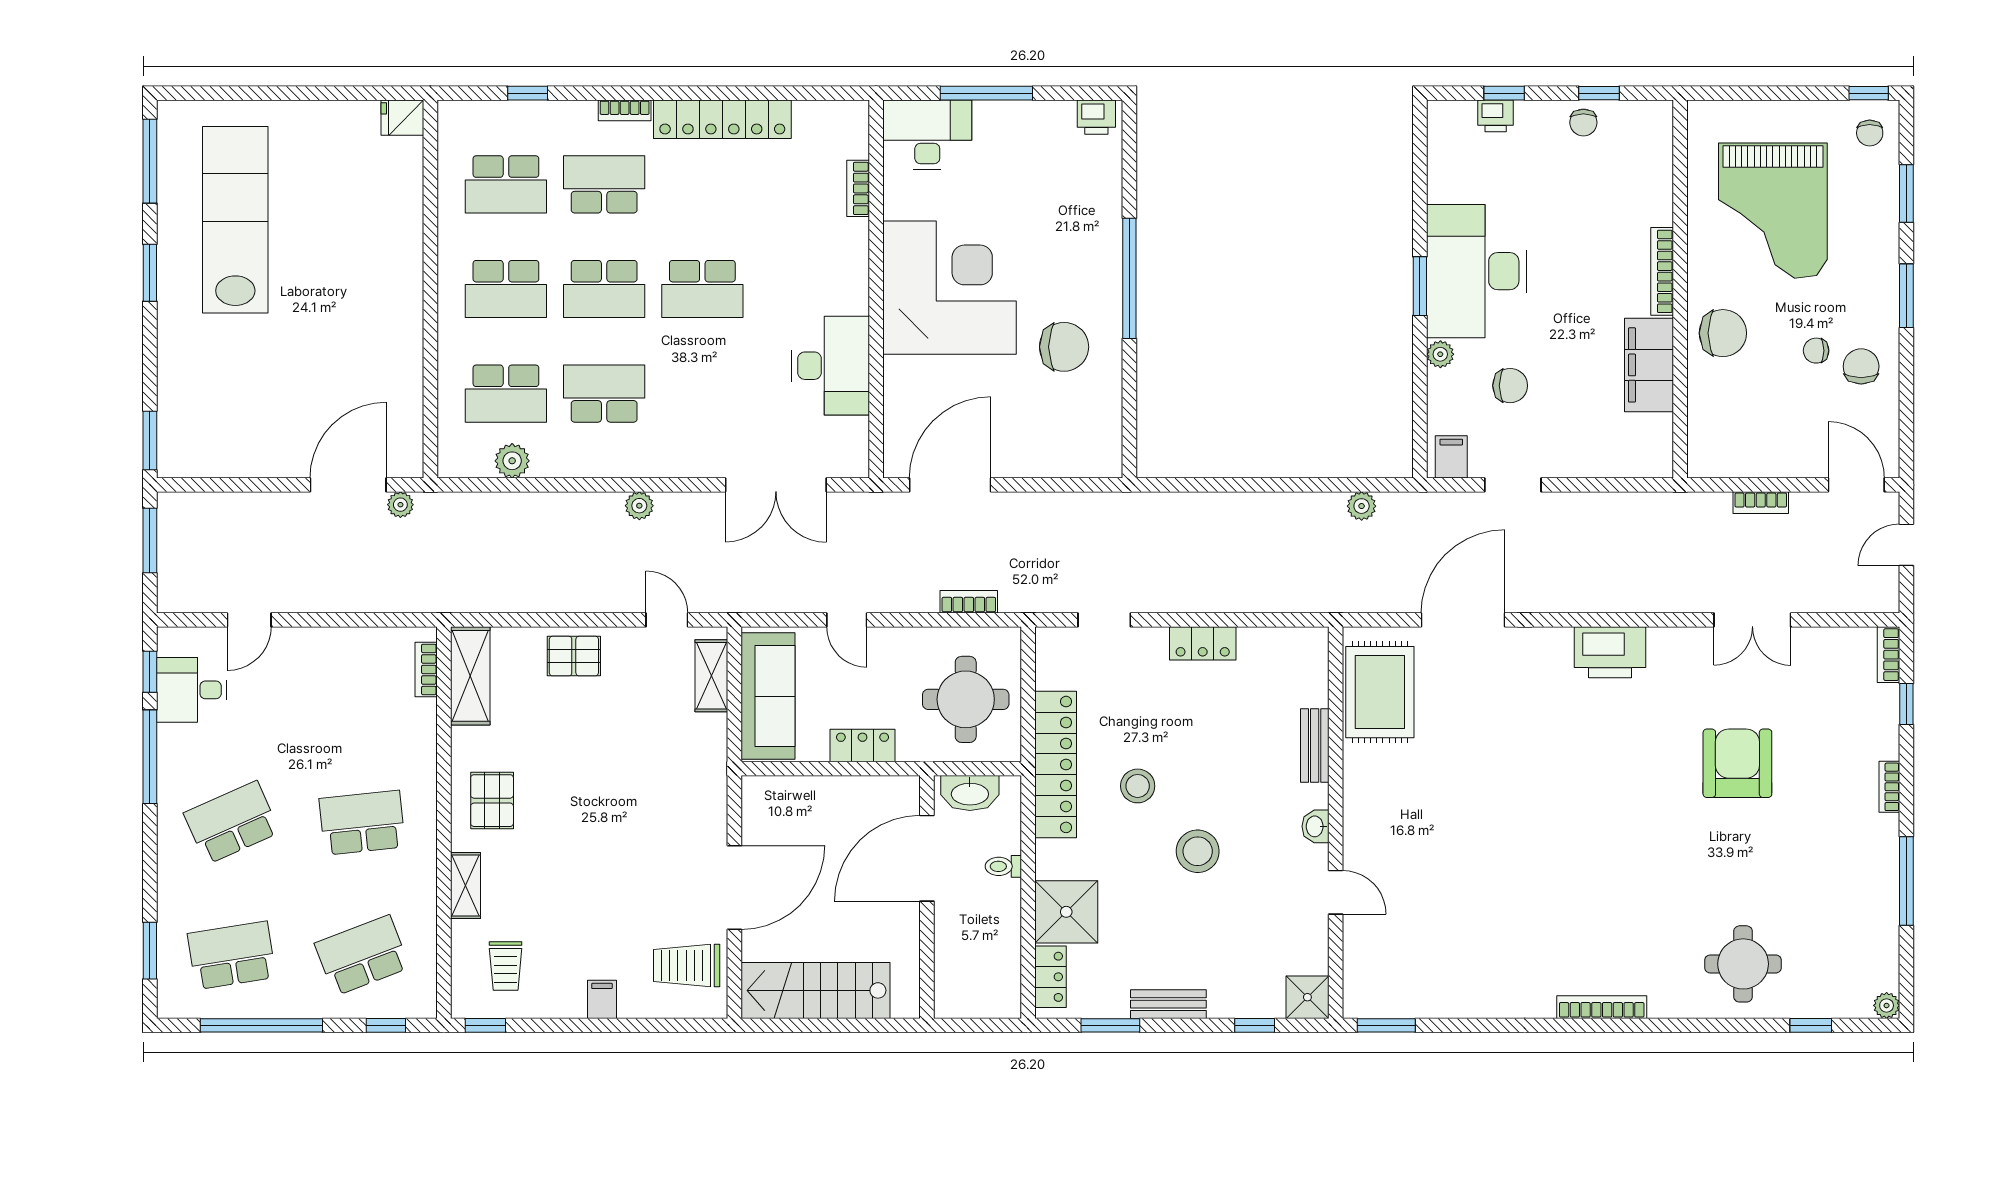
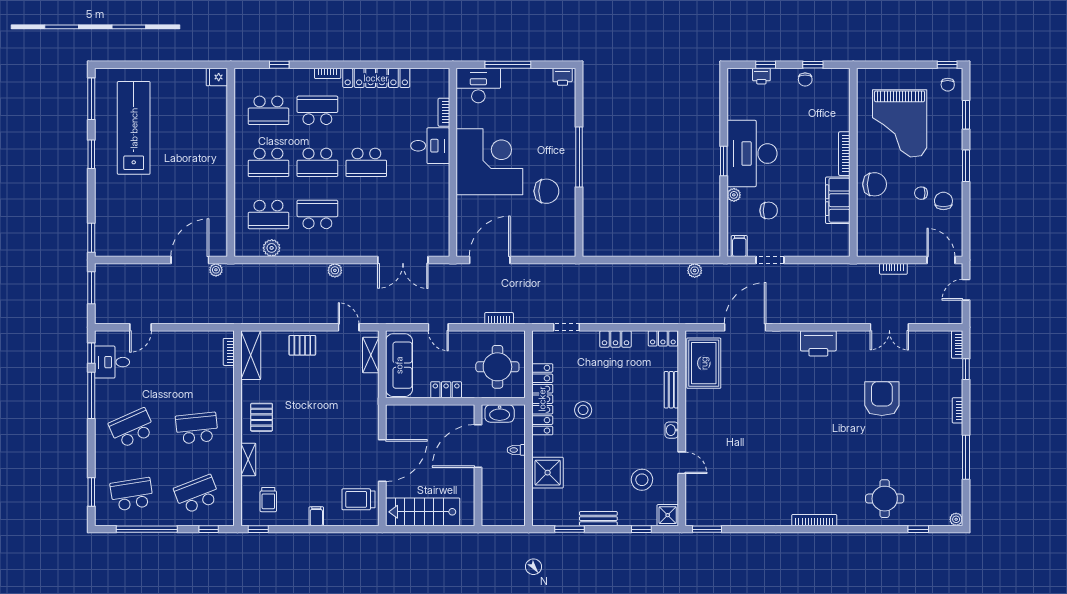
desk: (831, 366) -> (430, 146), moved, width x0.73
stool: (1198, 851) -> (642, 480), moved
locker: (1051, 977) -> (663, 338), moved, turned 90

